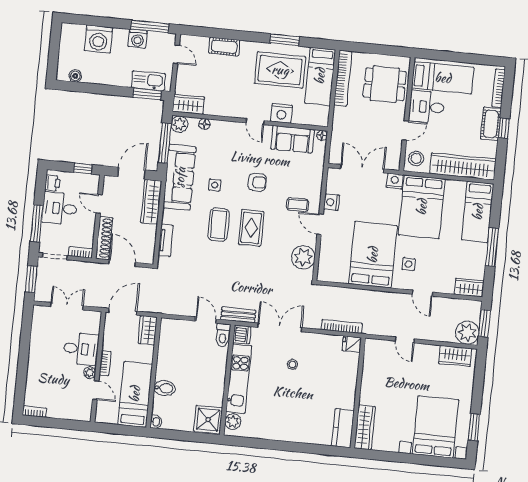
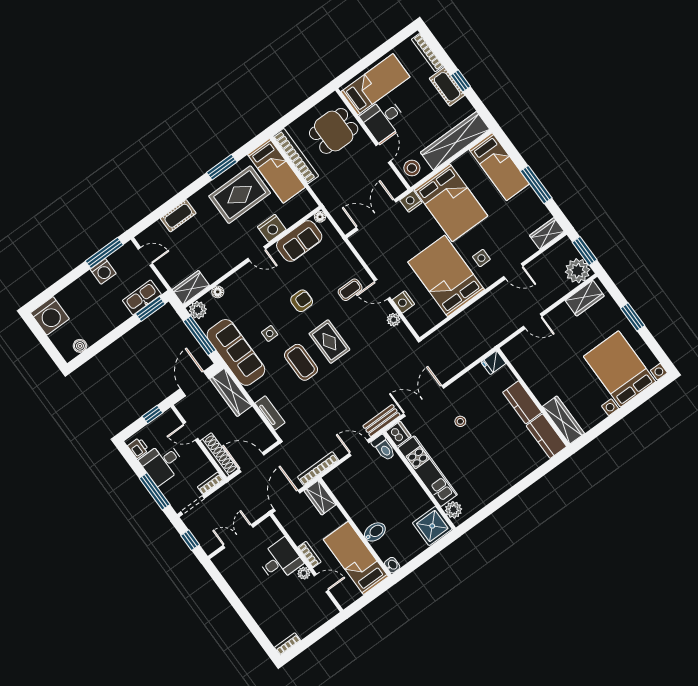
washing machine: (98, 39) -> (50, 316), moved
nightstand: (331, 202) -> (403, 302), moved
plant: (303, 257) -> (394, 320), width x0.53, depth x0.53
window: (31, 279) -> (190, 540), width x0.67
bookcase: (342, 327) -> (318, 469), moved
kitchen counter: (347, 390) -> (522, 402), added
window: (474, 427) -> (633, 317), moved

